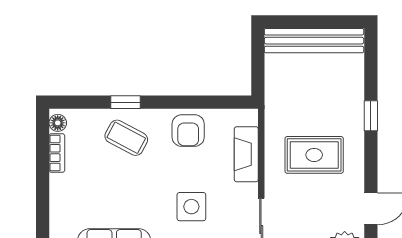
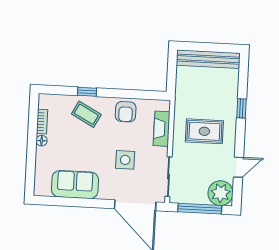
floor lamp: (58, 123) -> (42, 141), moved

